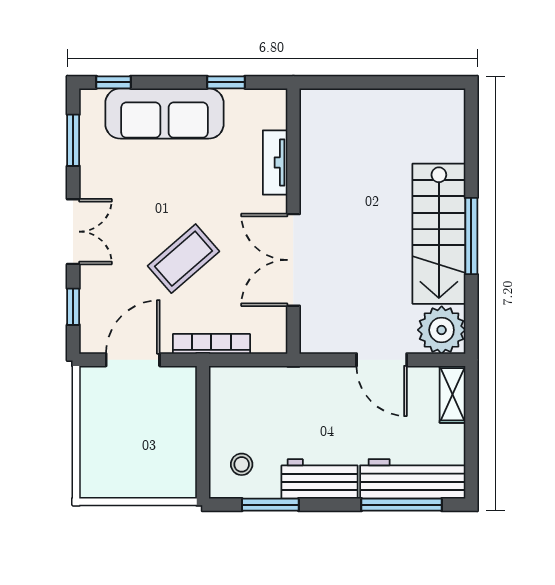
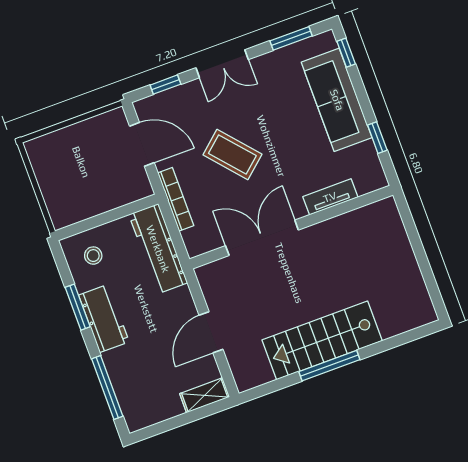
plant: (442, 330) -> (250, 369), removed
workbench: (413, 479) -> (158, 249), moved, turned 180
window: (270, 505) -> (78, 307), moved

